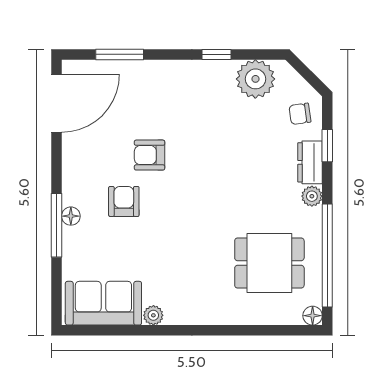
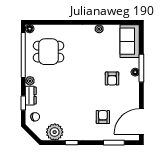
armchair: (150, 155) -> (103, 117), moved, turned -90
sofa: (103, 303) -> (130, 41), moved, turned 90

